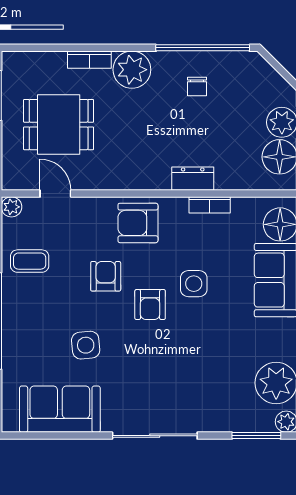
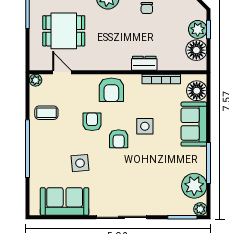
bookcase: (210, 205) -> (161, 79), width x1.56
armchair: (138, 223) -> (111, 90), turned -90

